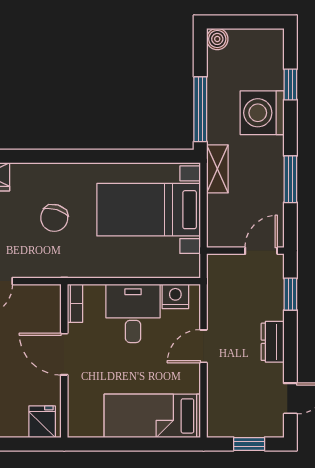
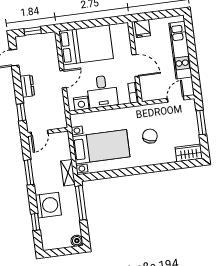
bed: (152, 416) -> (86, 45), width x1.50

